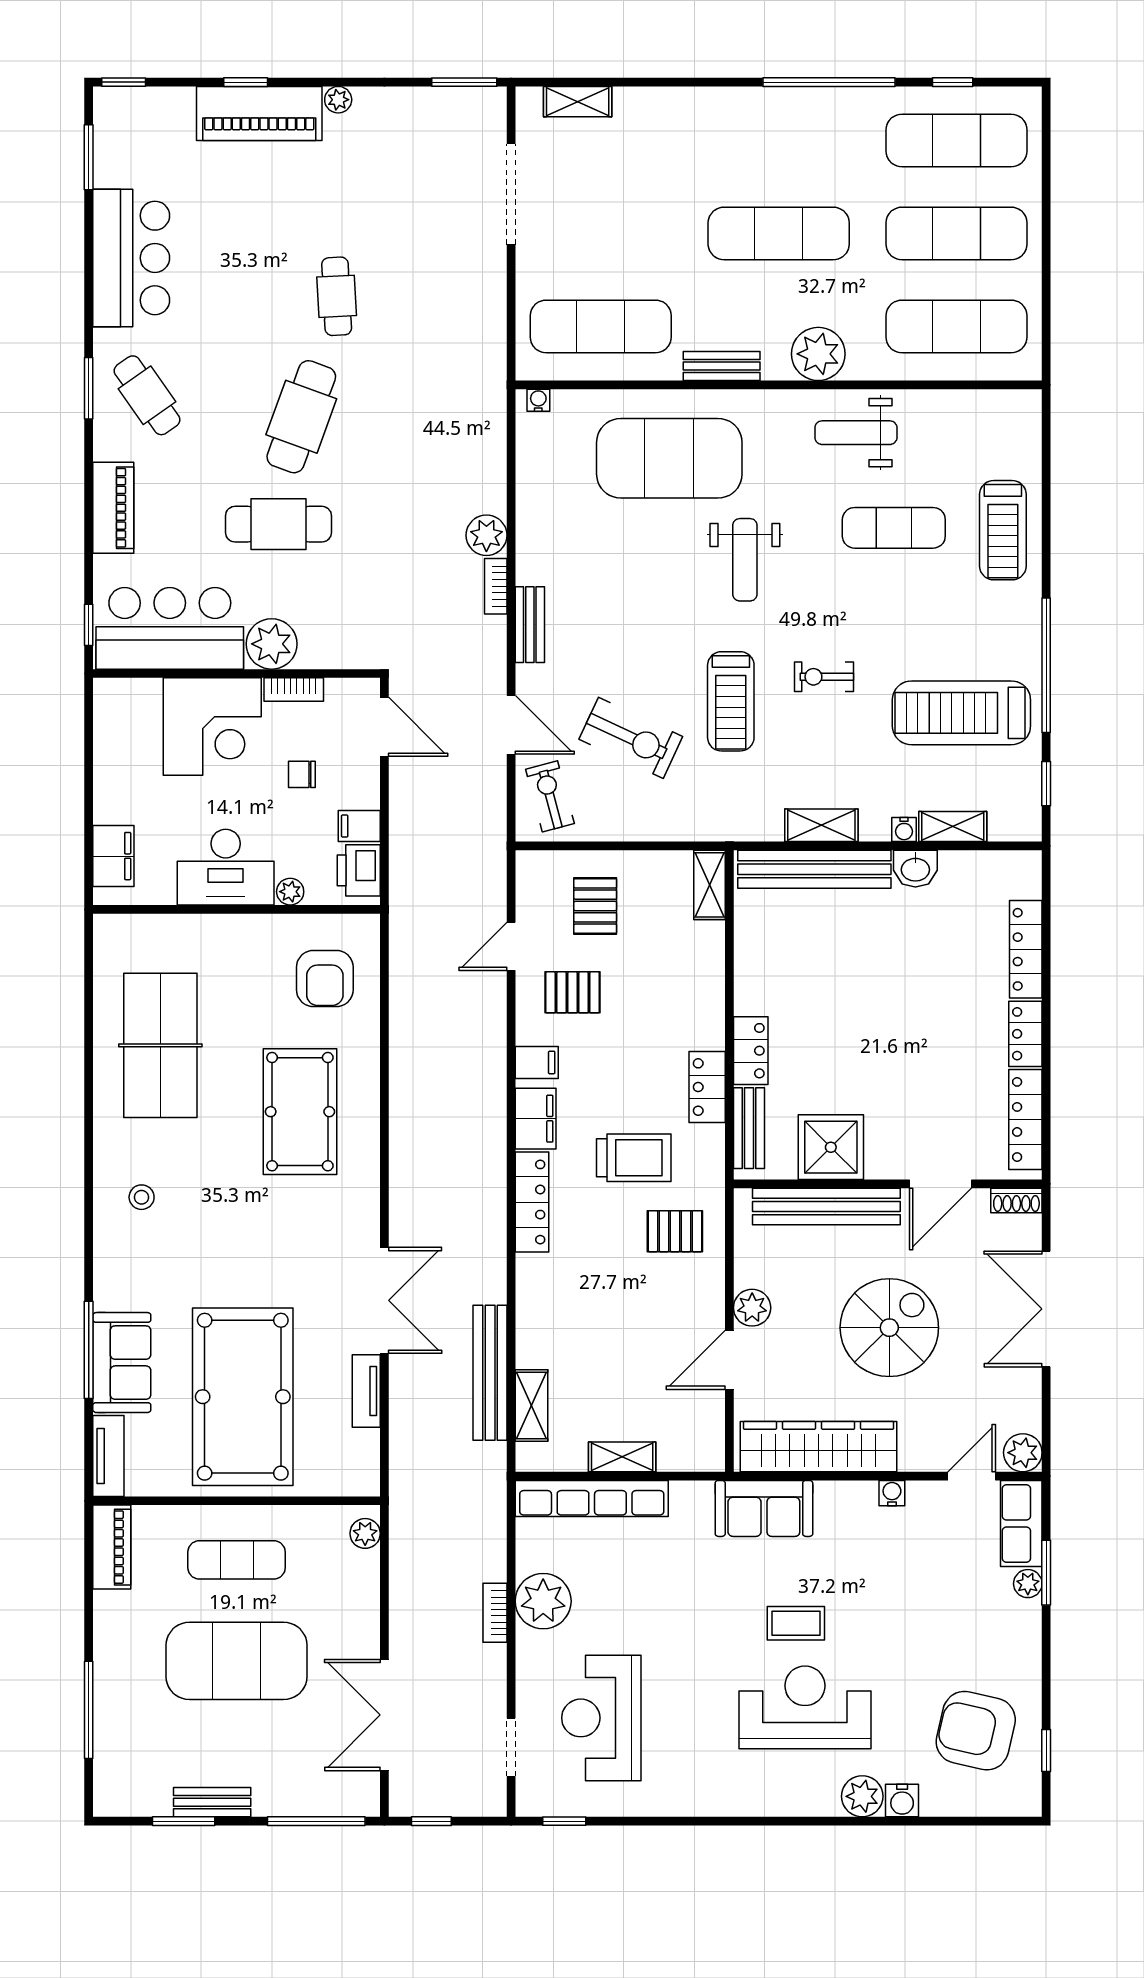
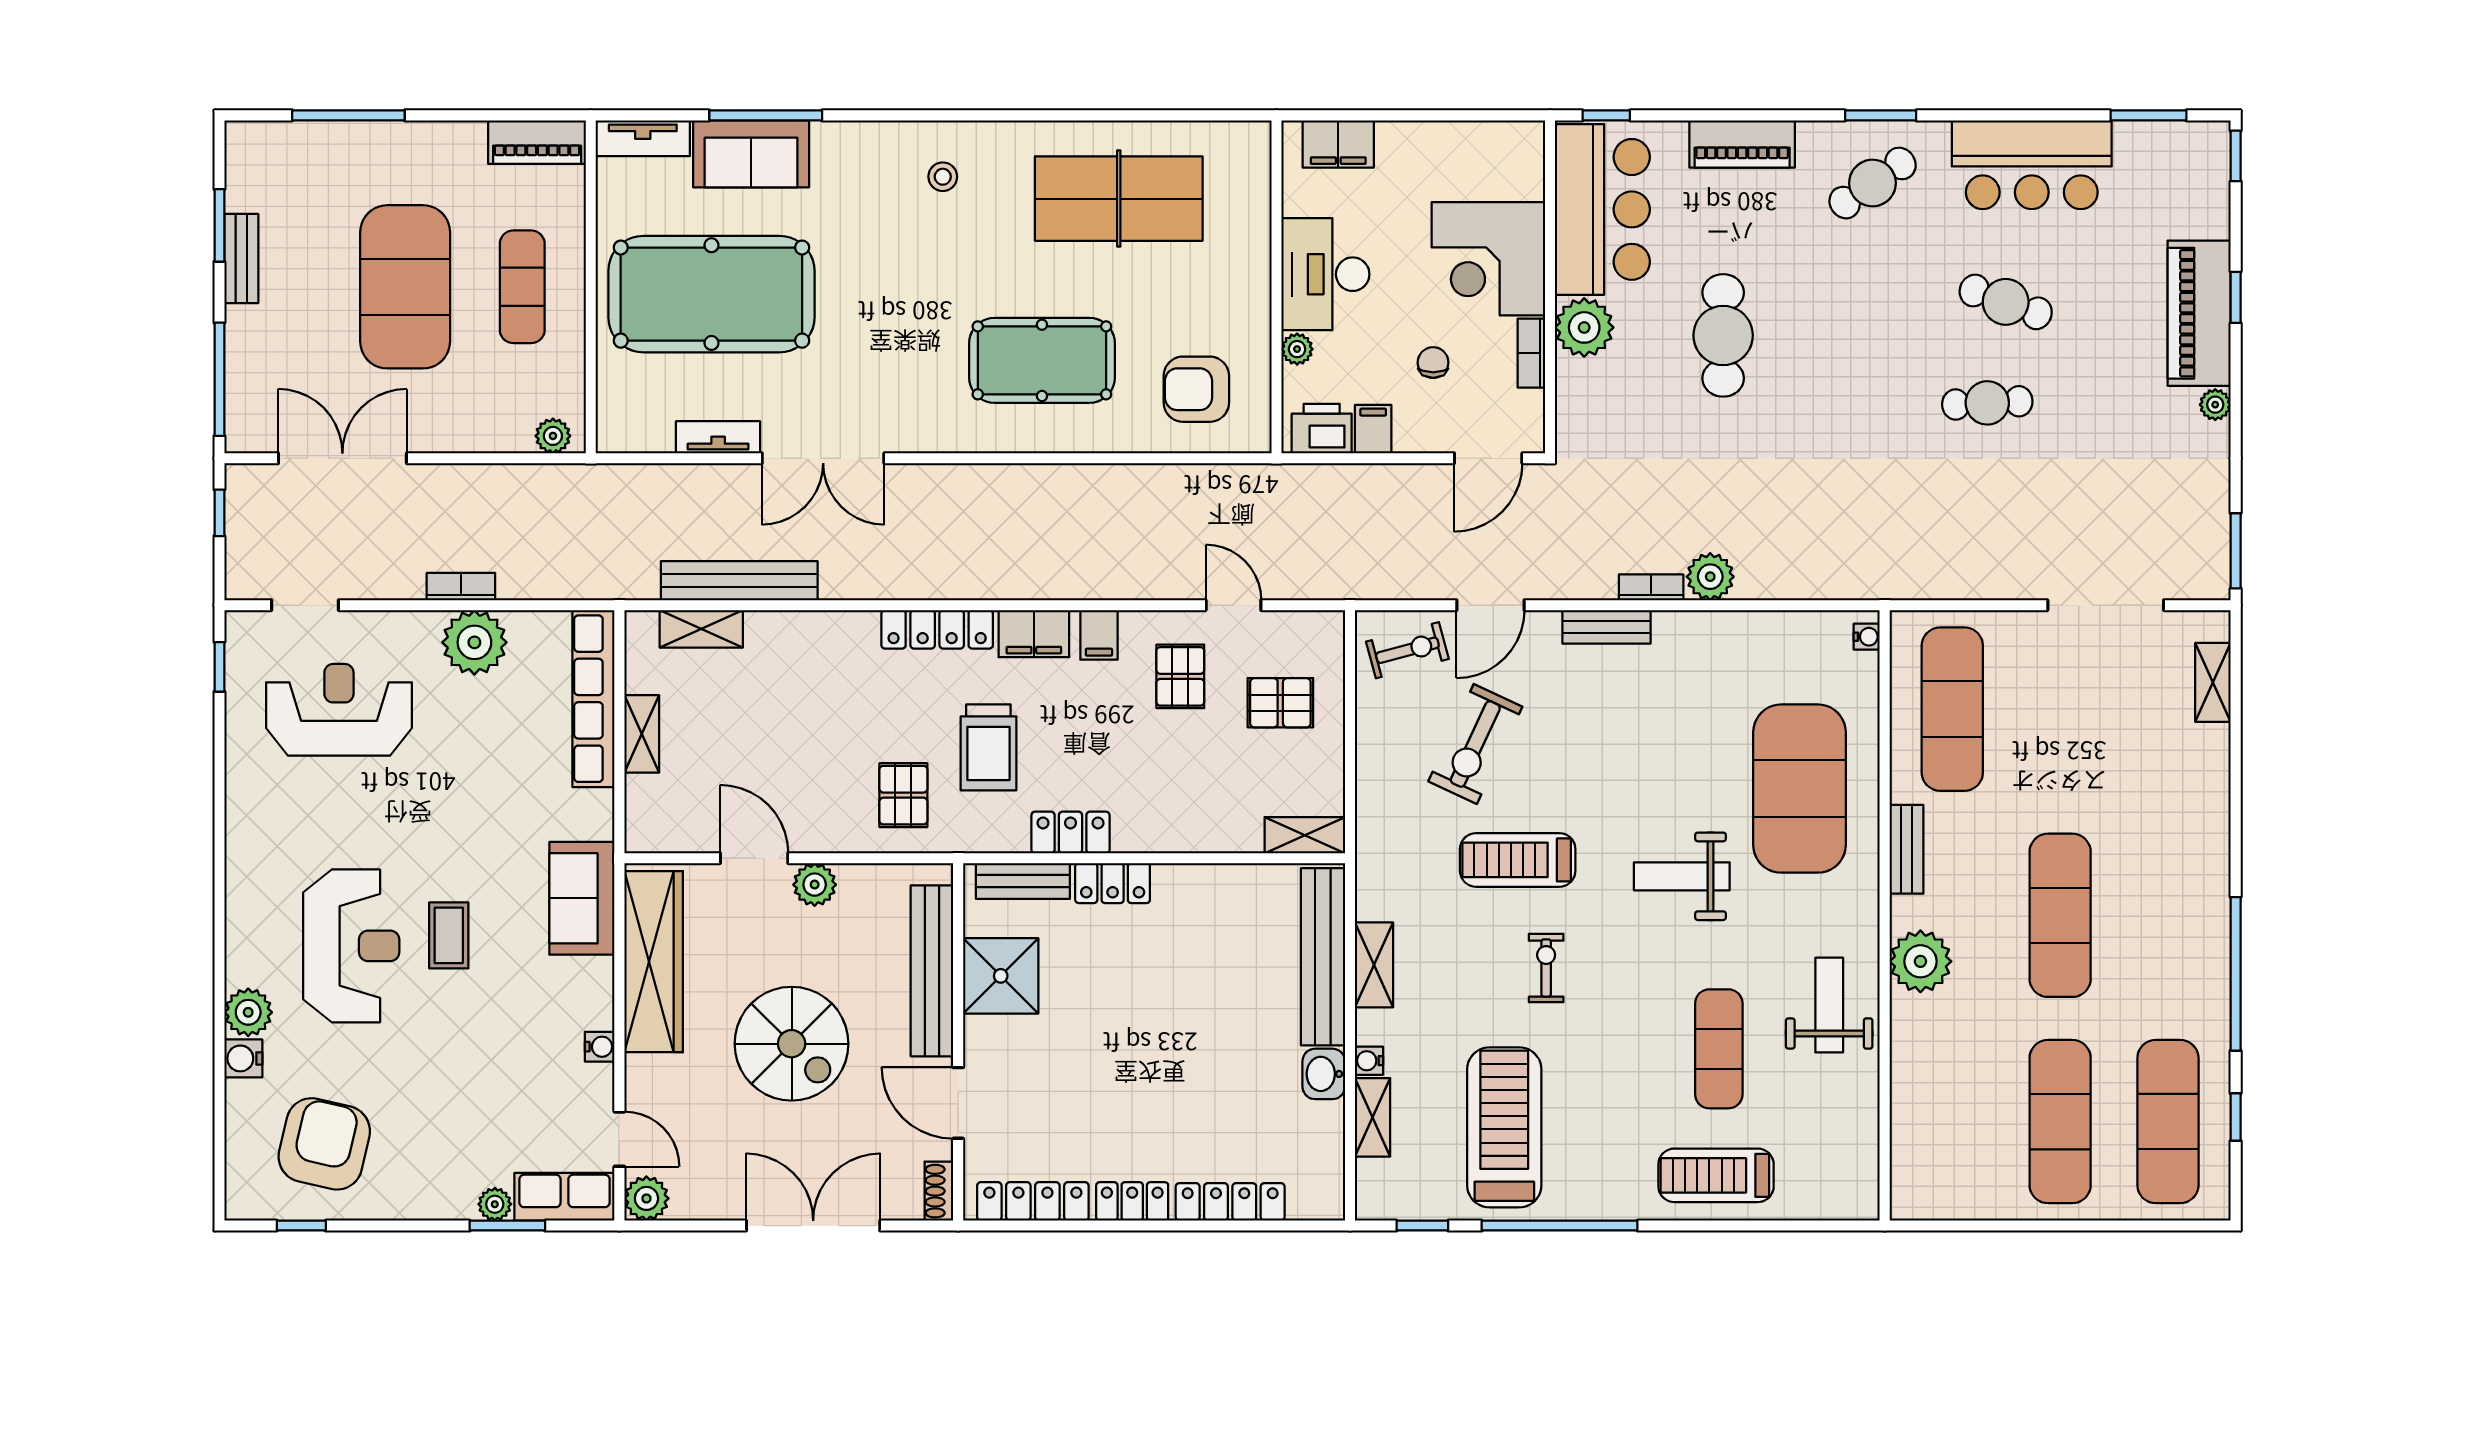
exercise mat: (957, 326) -> (1952, 1122), removed
cafe table: (301, 417) -> (2006, 302), moved, width x0.73, depth x0.74

